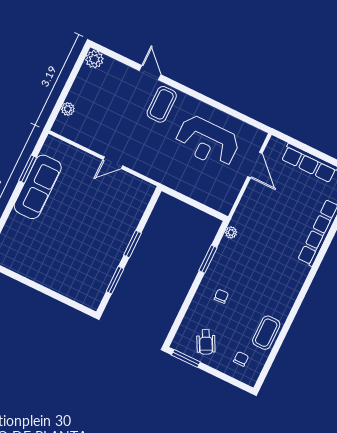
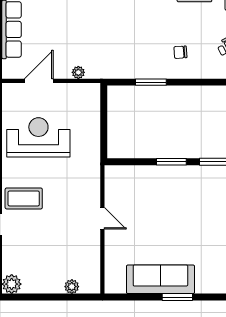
reception desk: (207, 142) -> (38, 137), turned -90
window: (28, 169) -> (177, 297), moved
plant: (231, 232) -> (78, 72), moved

